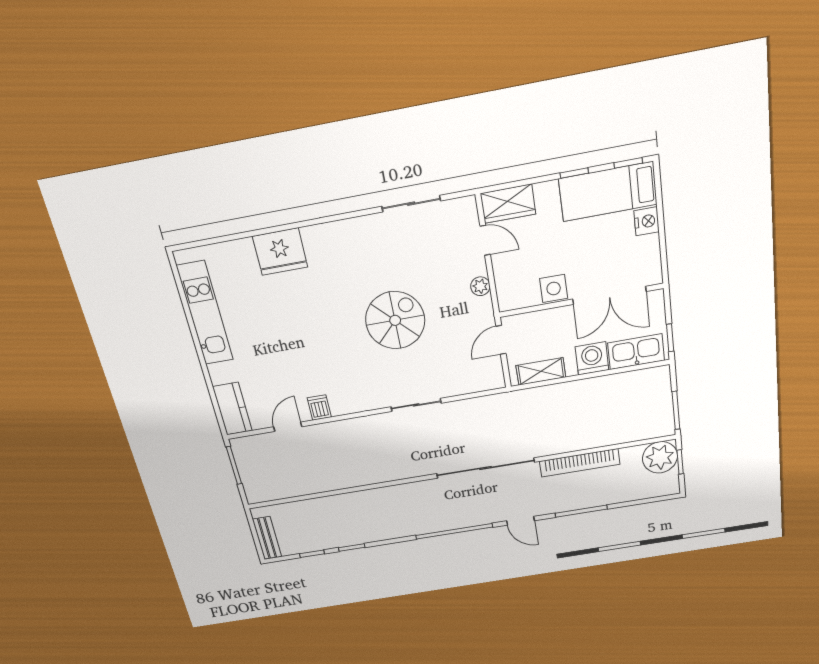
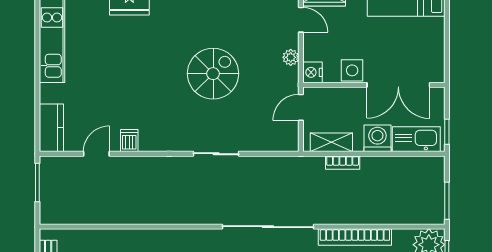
nightstand: (647, 221) -> (313, 72), moved, turned 180
bookcase: (556, 391) -> (343, 163), added

